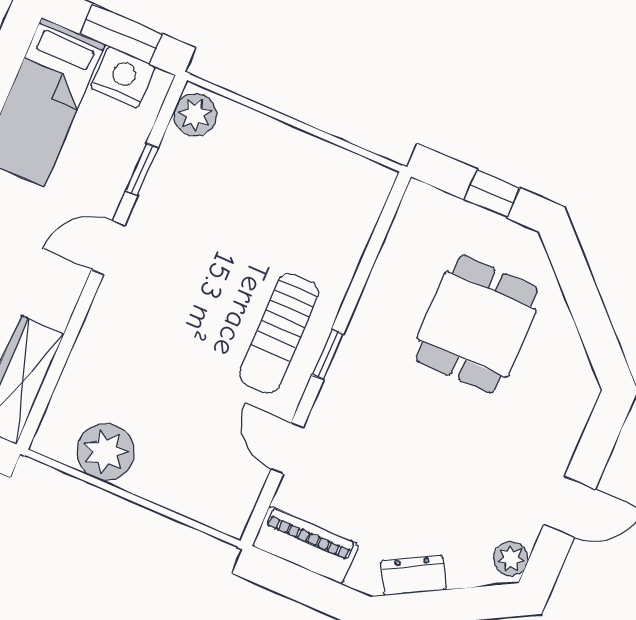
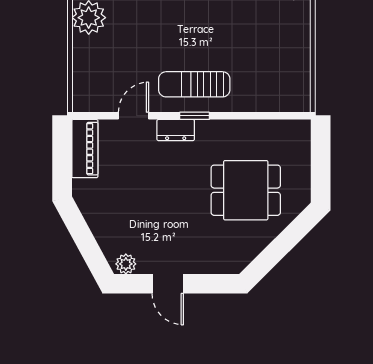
window: (492, 194) -> (321, 168), removed
dresser: (413, 575) -> (176, 130), moved, turned 119

